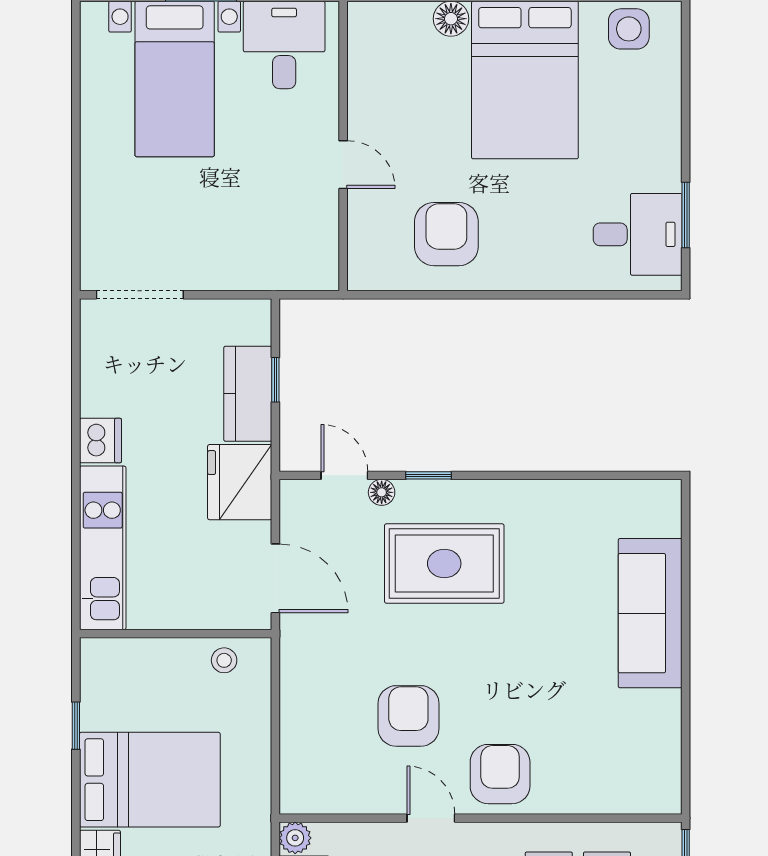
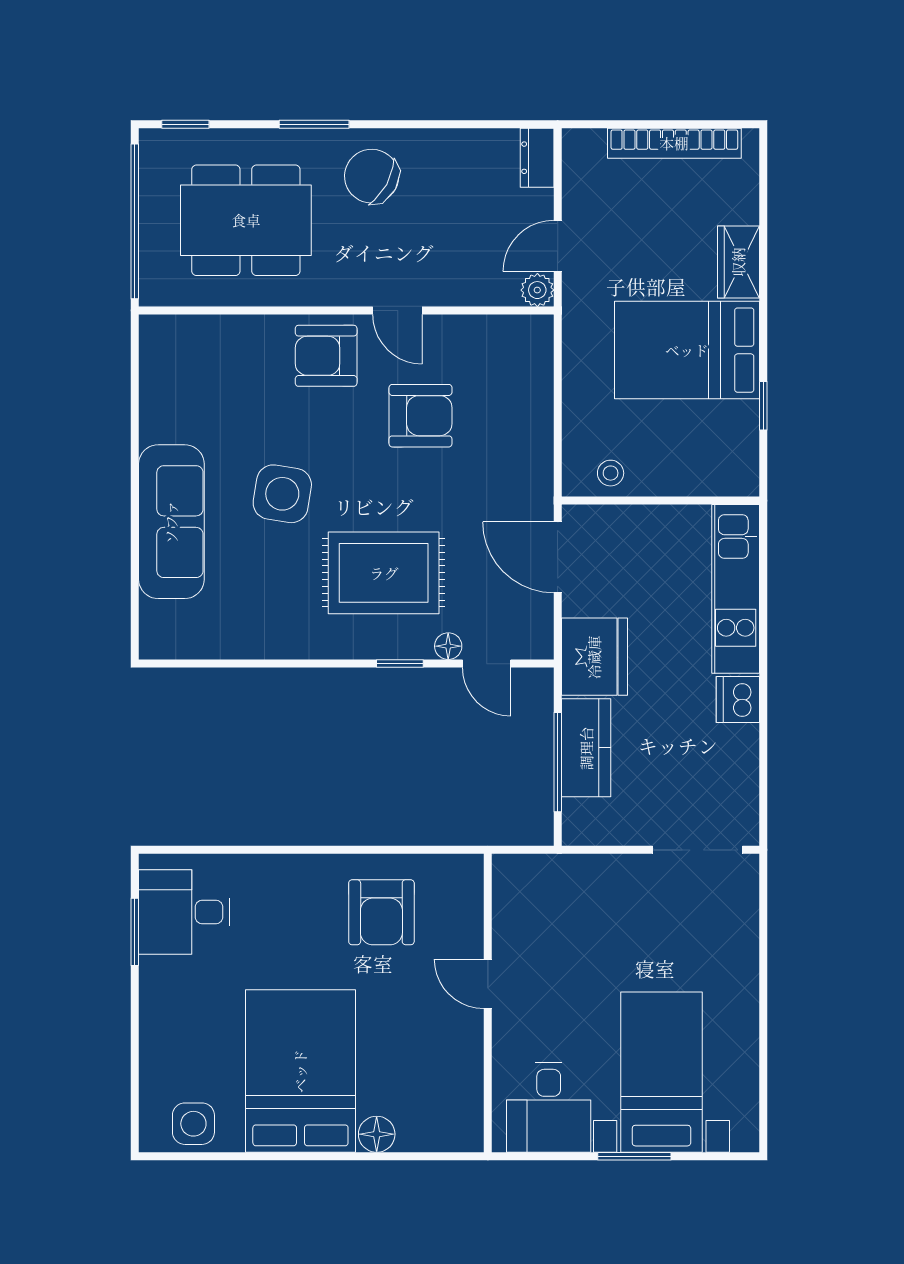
window: (275, 380) -> (558, 762), width x2.17
side table: (543, 640) -> (282, 494), added
armchair: (408, 716) -> (420, 416), turned -90
armchair: (500, 774) -> (326, 356), turned 90

